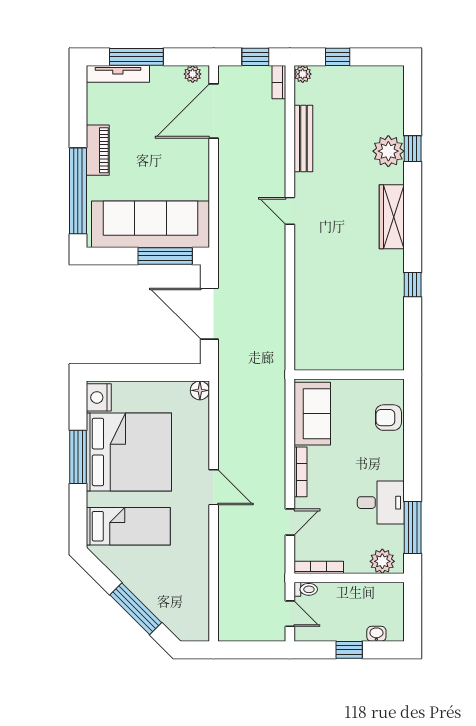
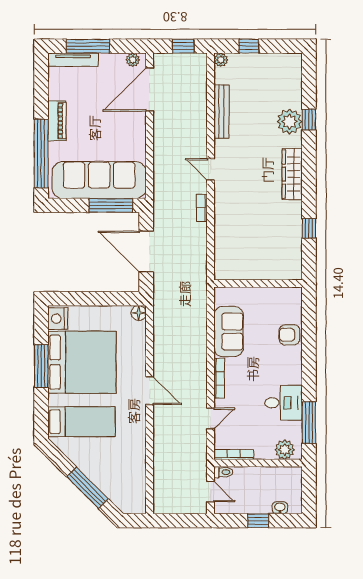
bookcase: (279, 82) -> (202, 208), moved
wall: (349, 375) -> (258, 283), moved

